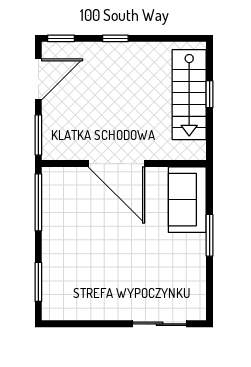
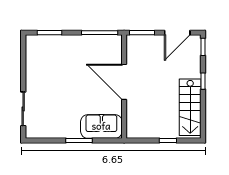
door: (38, 79) -> (177, 33), hinge flipped
stairs: (189, 95) -> (190, 107), moved, turned -90
door: (116, 164) -> (124, 82), hinge flipped

